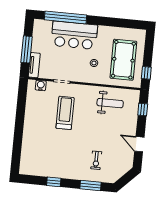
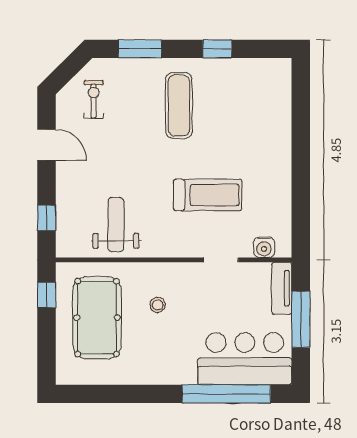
bar counter: (74, 35) -> (245, 359), moved
weight bench: (110, 103) -> (116, 225), turned 90
treadmill: (65, 113) -> (208, 195), turned -90
exercise mat: (75, 157) -> (179, 105), added
exercise bike: (96, 160) -> (94, 99), moved

